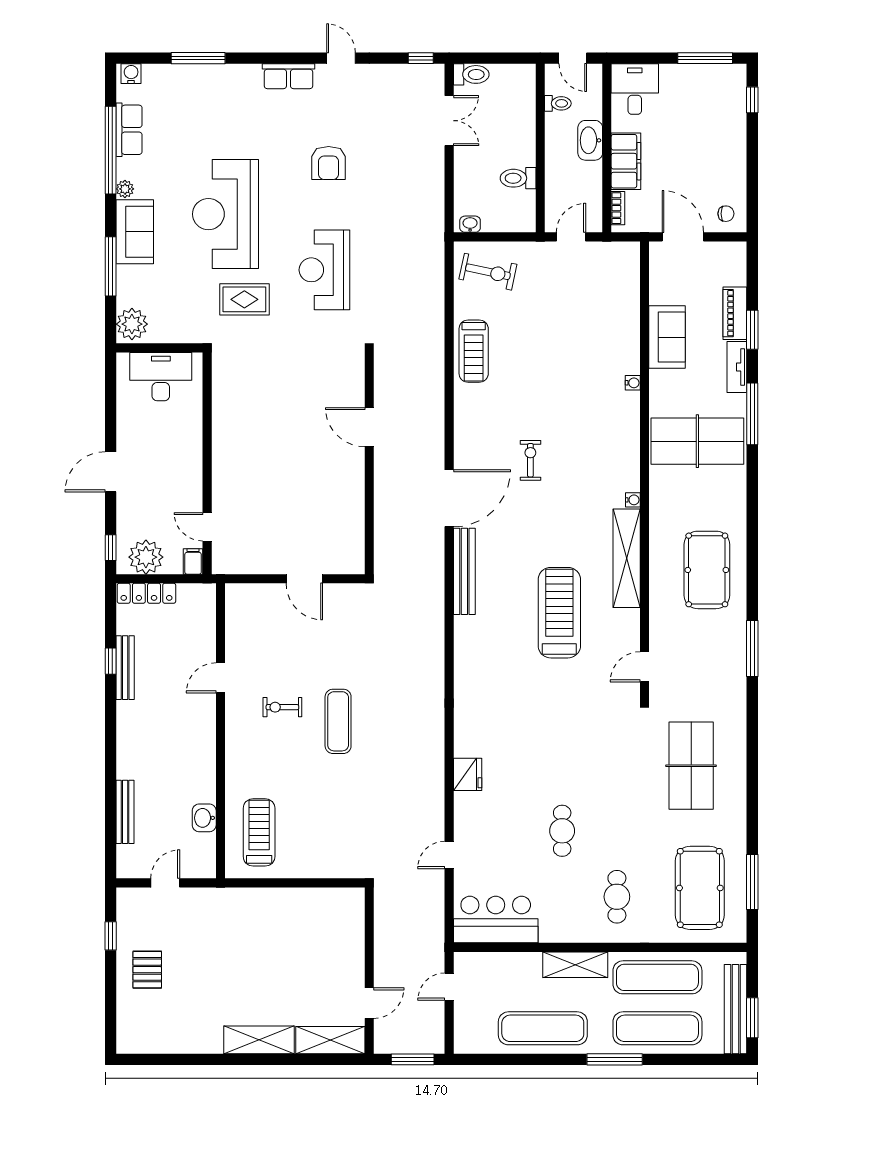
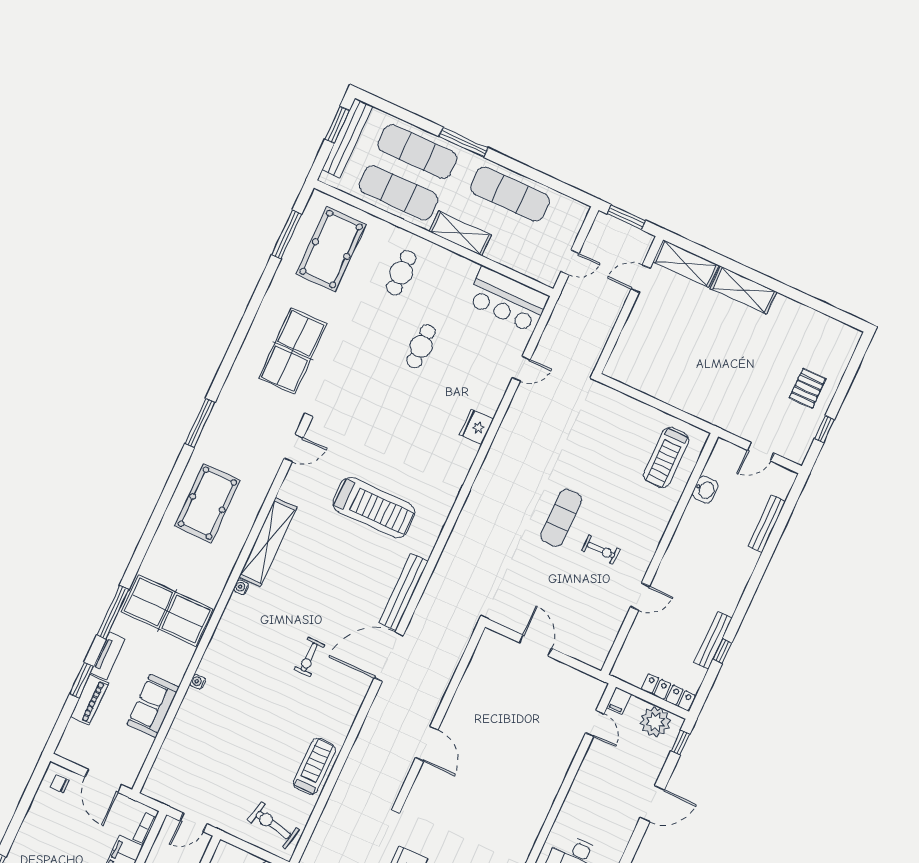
treadmill: (559, 613) -> (374, 508), moved, turned -90

